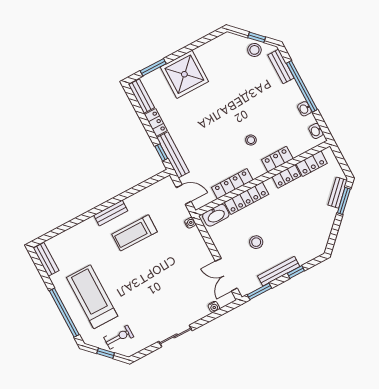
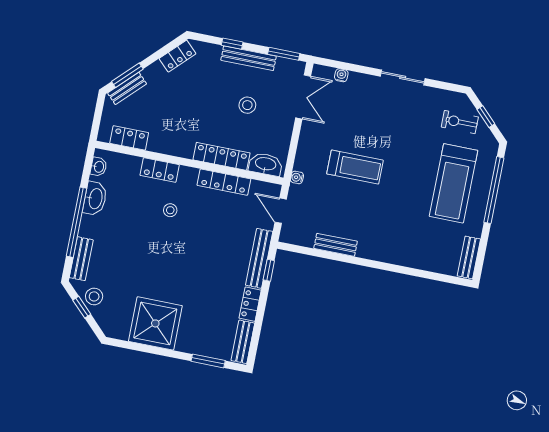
shower: (184, 74) -> (155, 323), moved
washbasin: (304, 109) -> (95, 199), width x1.91, depth x1.45
locker: (286, 176) -> (178, 56), moved, turned 135
bench: (111, 213) -> (336, 245), moved
treadmill: (135, 233) -> (355, 167), moved

